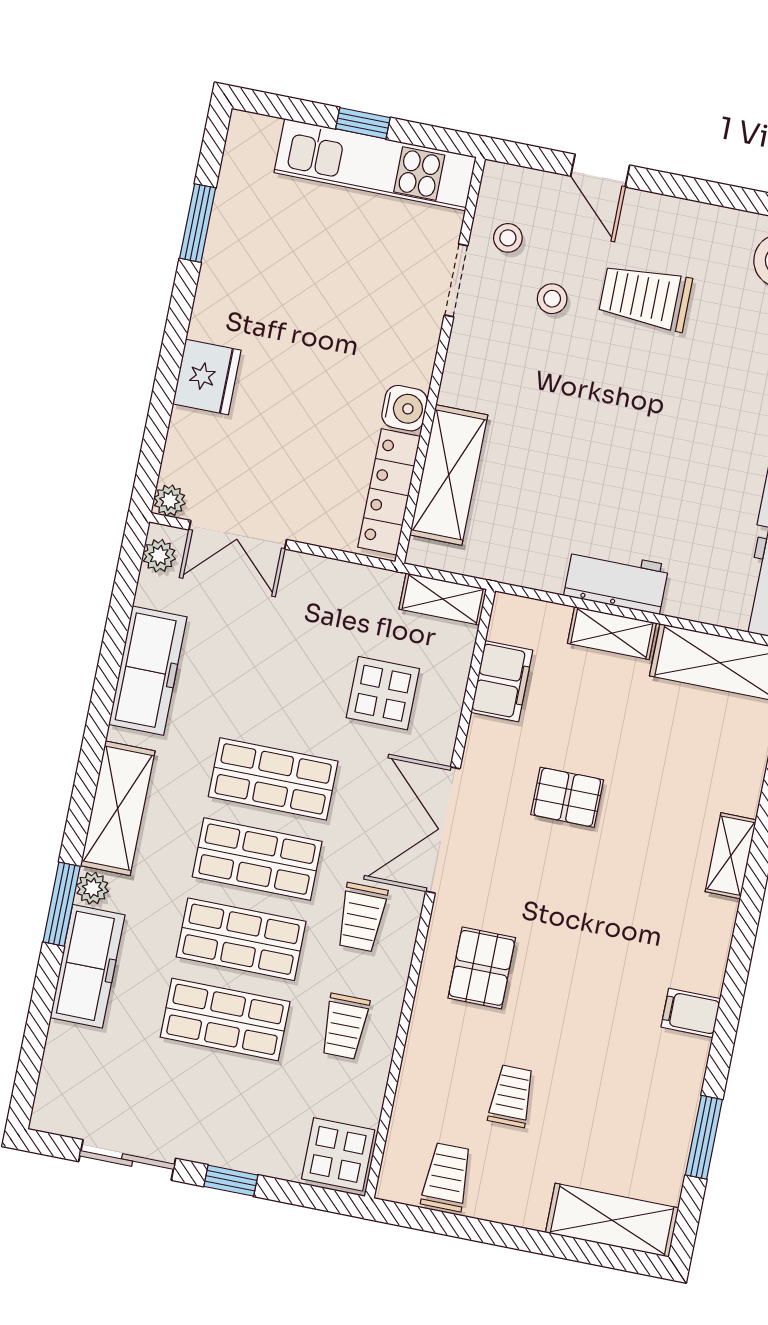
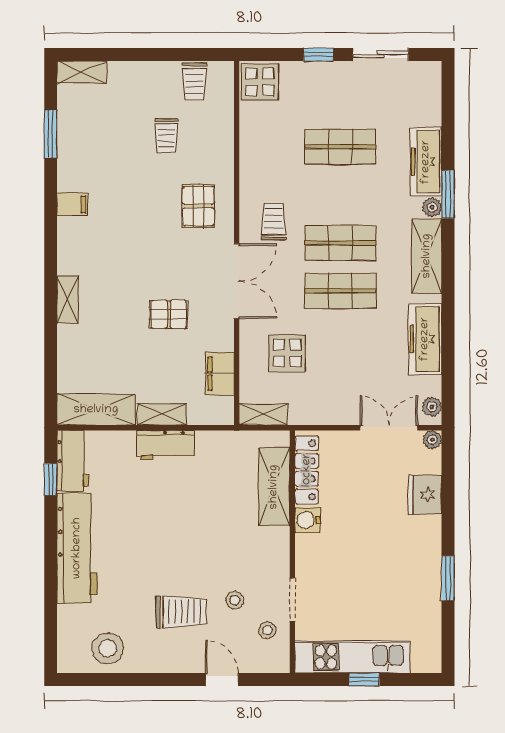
window: (198, 223) -> (448, 578), moved
fridge: (207, 377) -> (425, 495), moved
shop shelf: (241, 939) -> (340, 195), removed
trolley: (345, 1026) -> (271, 157), removed
shelving: (612, 1220) -> (82, 72), width x0.67, depth x0.75

